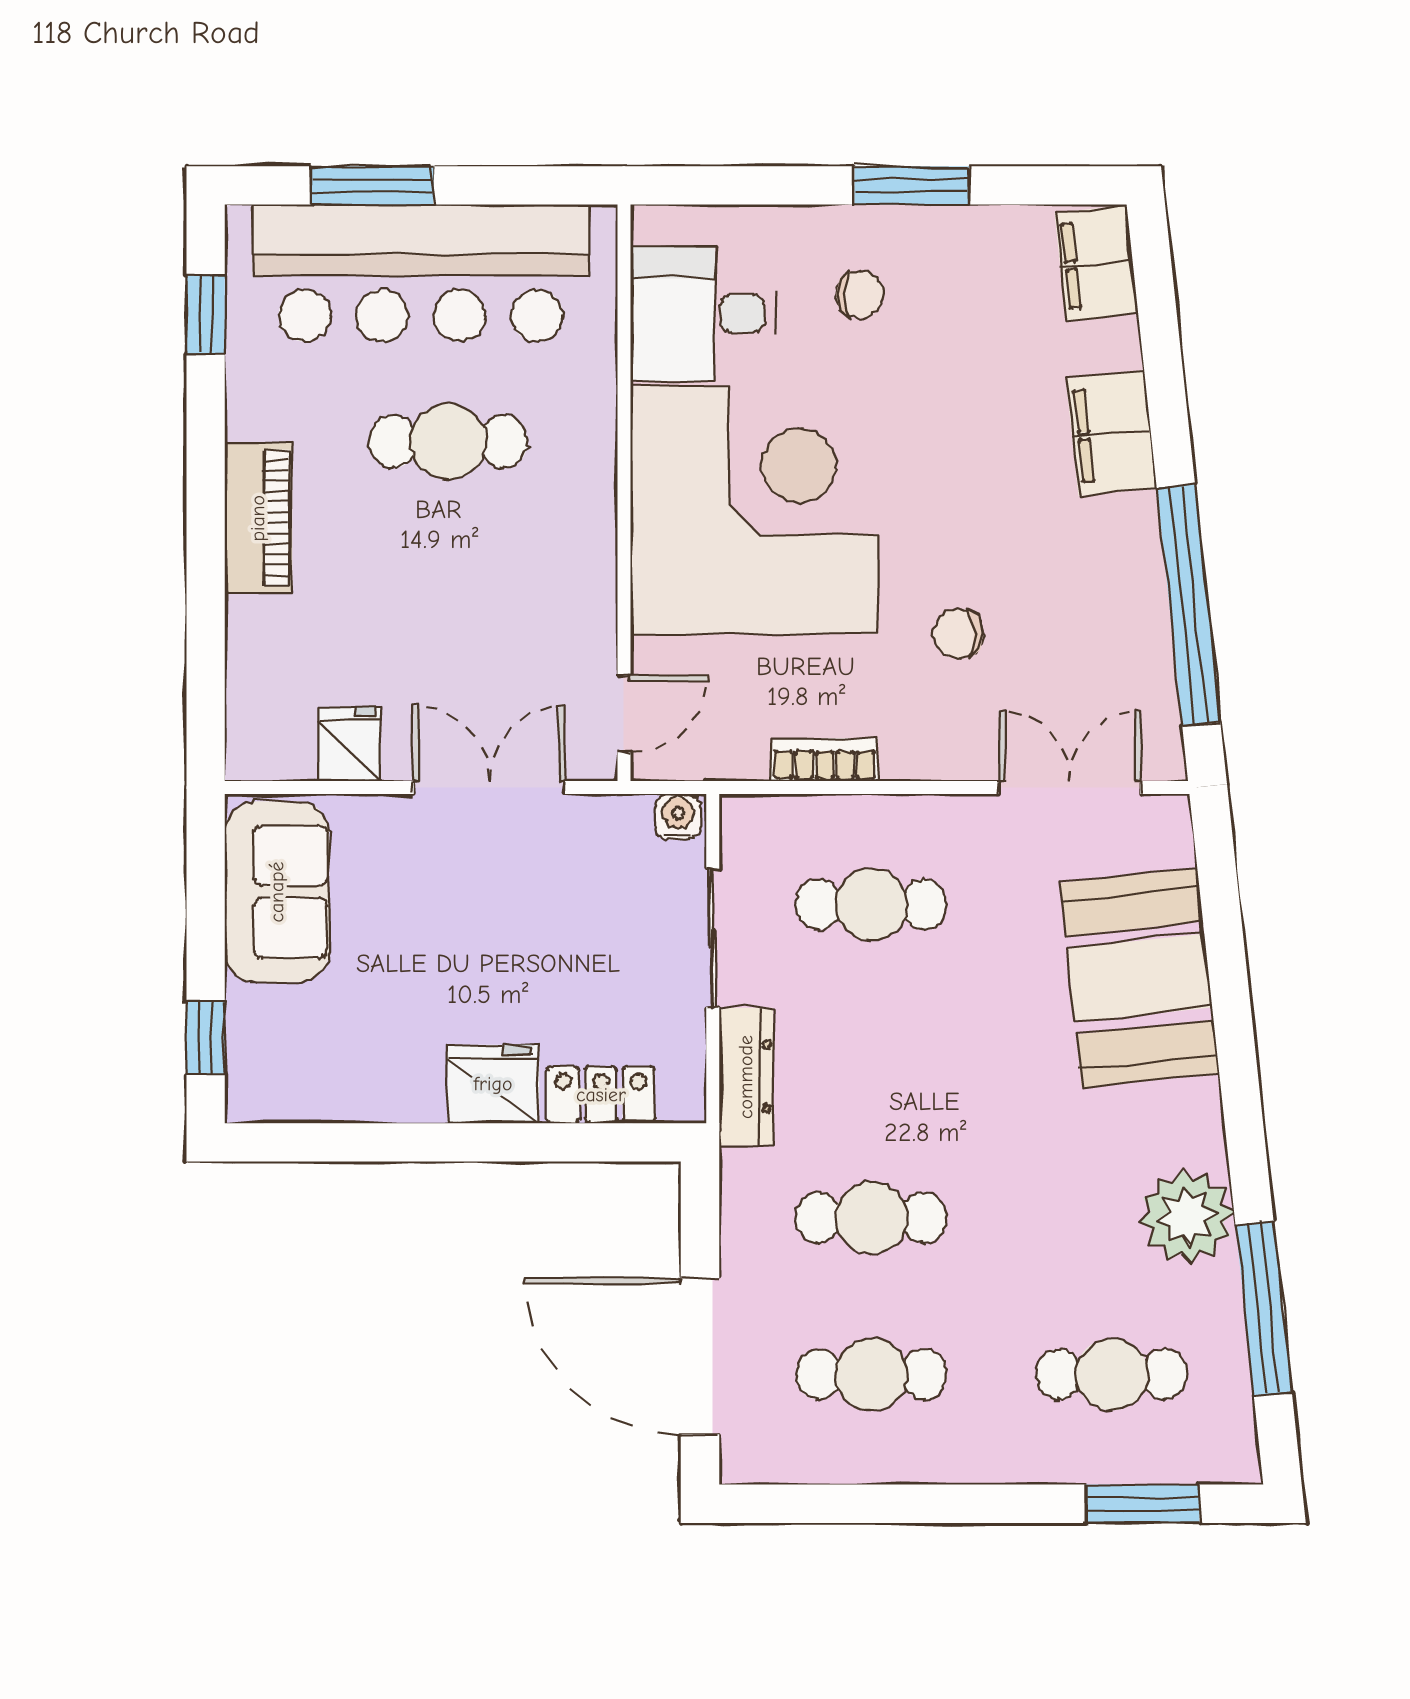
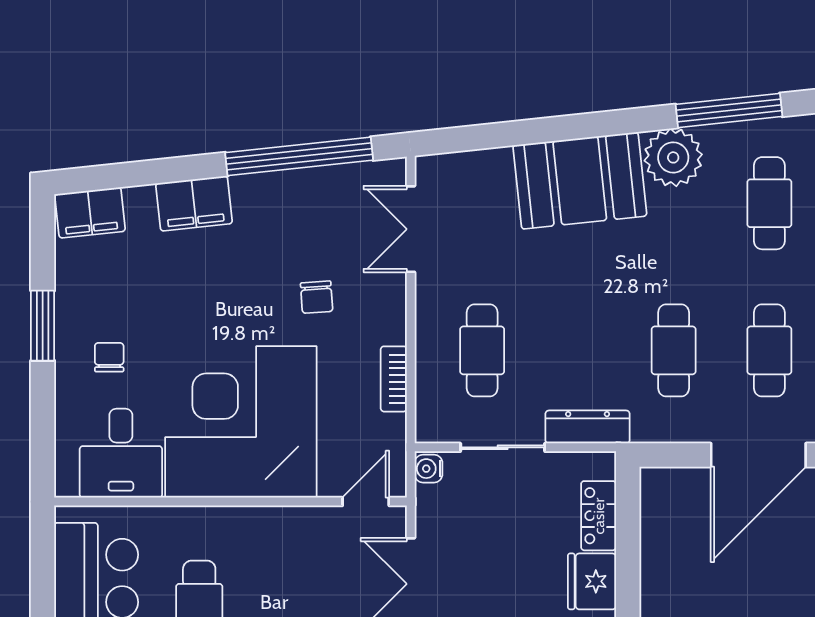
door: (624, 714) -> (366, 502), hinge flipped
booth: (1140, 978) -> (580, 181), moved

